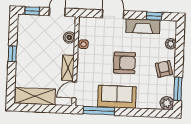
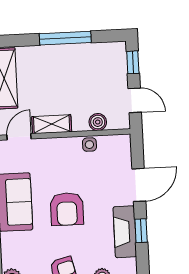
window: (154, 16) -> (141, 231), moved
window: (12, 54) -> (65, 38), width x2.17
door: (74, 90) -> (19, 137), hinge flipped

